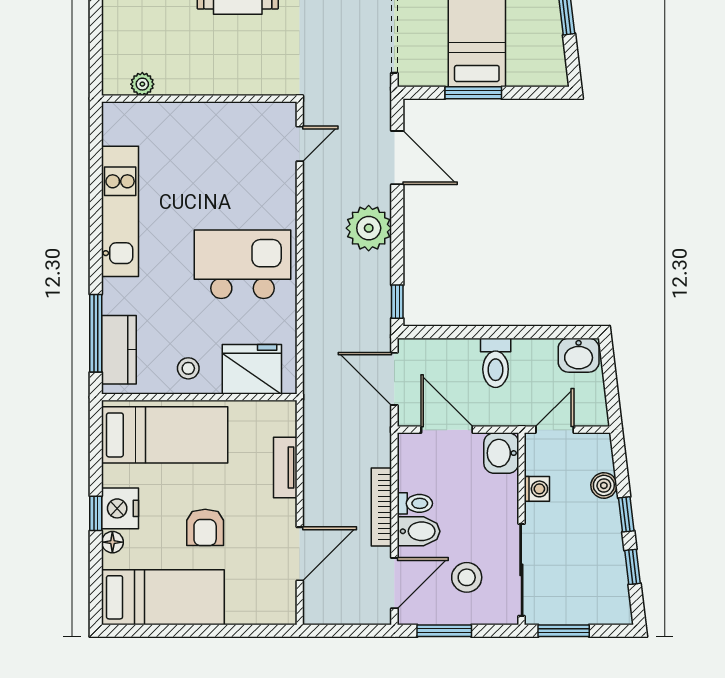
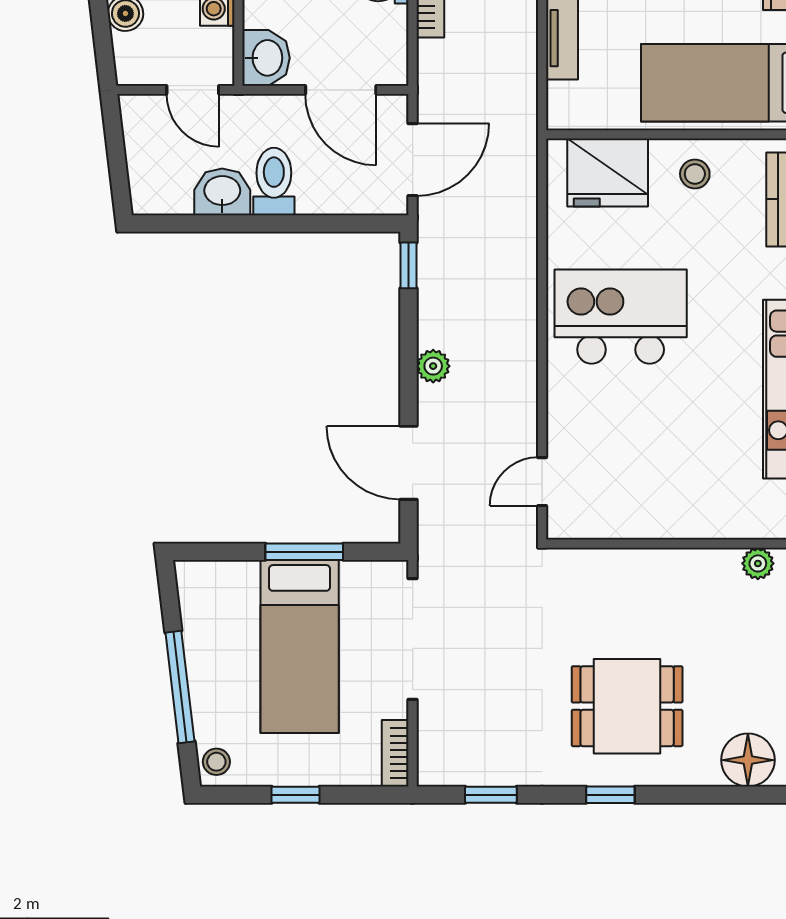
plant: (369, 228) -> (433, 366), width x0.53, depth x0.53
kitchen island: (243, 264) -> (621, 317), turned 180
washbasin: (579, 355) -> (222, 192), moved
door: (394, 379) -> (413, 160), hinge flipped
door: (555, 430) -> (193, 90), hinge flipped

